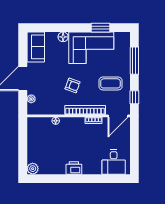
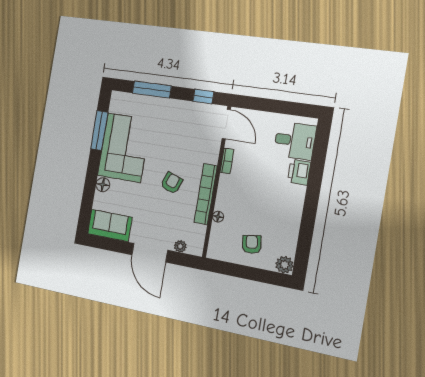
window: (100, 28) -> (99, 130), width x1.44
coffee table: (110, 83) -> (178, 128), removed
bookcase: (85, 110) -> (206, 194), moved
armchair: (42, 146) -> (252, 244), added
printer: (74, 168) -> (299, 172), moved

